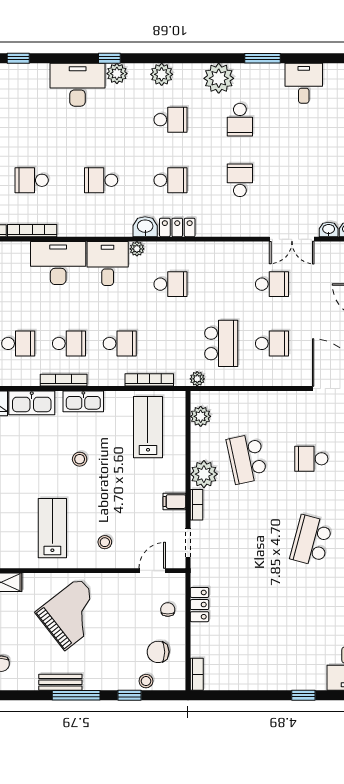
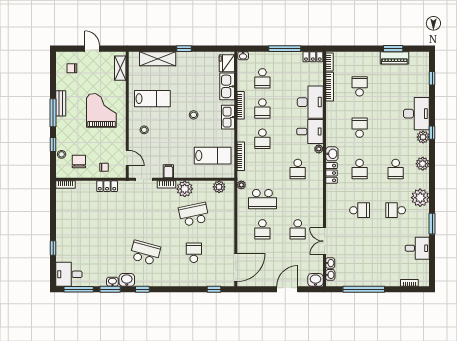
grand piano: (72, 614) -> (101, 110), turned -142

